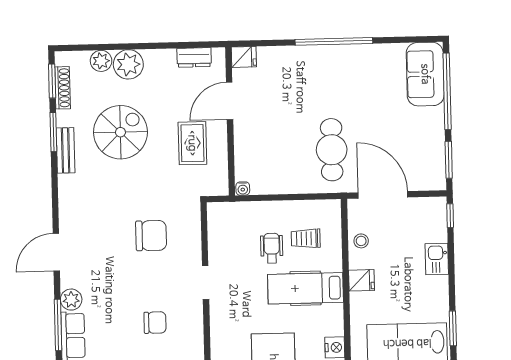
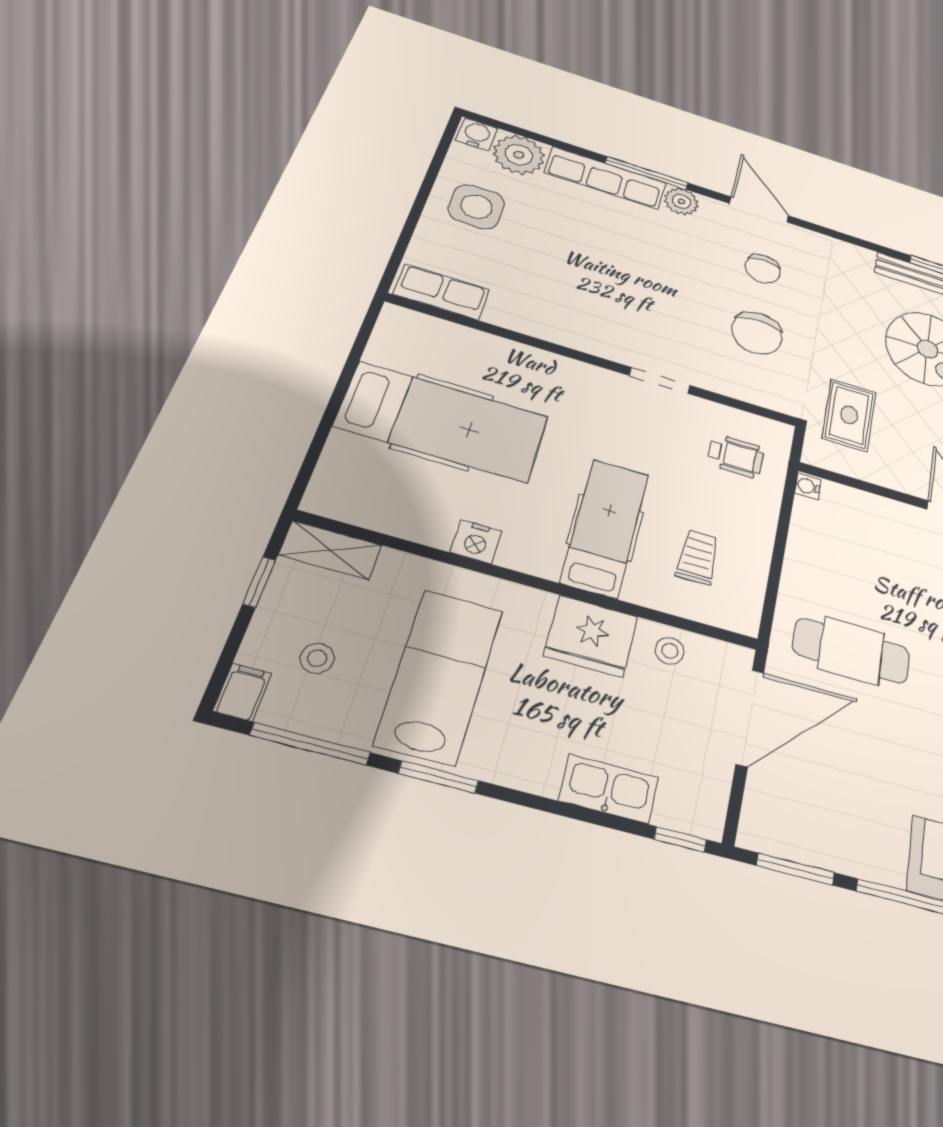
rug: (192, 143) -> (849, 415), moved, turned 90
wheelchair: (272, 248) -> (736, 456), moved
kitchen sink: (437, 259) -> (609, 789), width x1.38
fridge: (362, 280) -> (591, 636), width x1.88, depth x1.34
chair: (155, 323) -> (763, 269), moved

